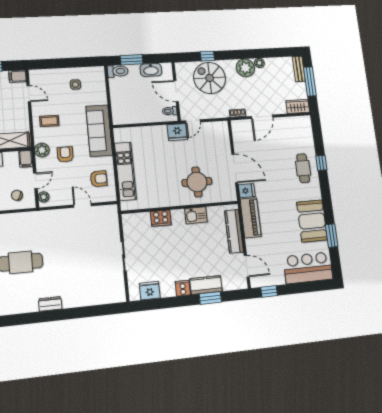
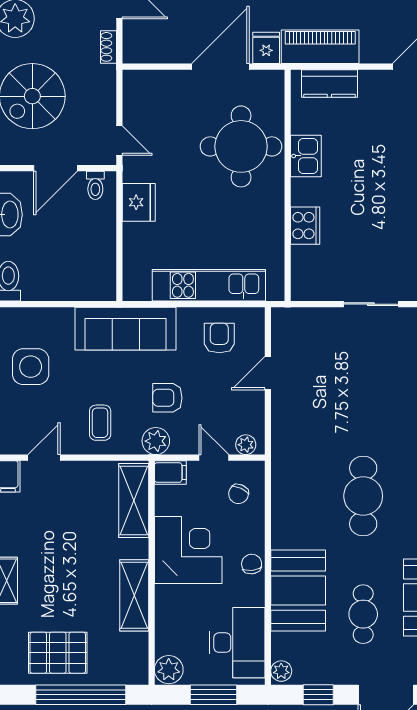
side table: (75, 84) -> (31, 367), width x1.87, depth x1.87
fridge: (177, 132) -> (139, 202), moved
round table: (197, 182) -> (241, 146), width x1.36, depth x1.36
kitchen counter: (234, 231) -> (329, 84), width x0.67

